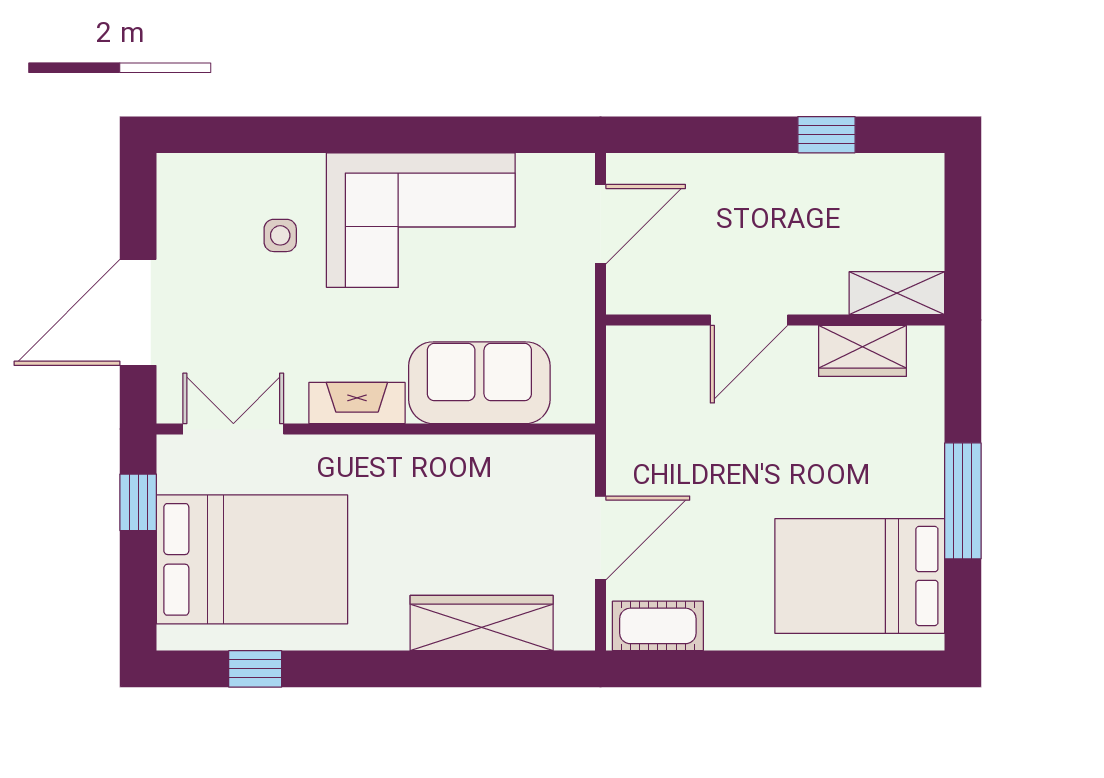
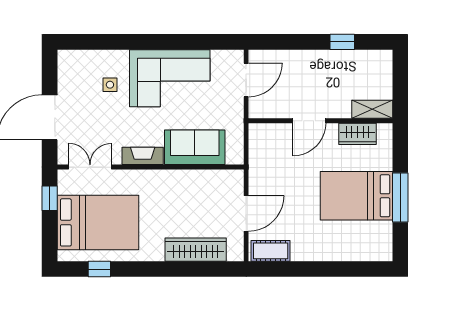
bed: (860, 576) -> (356, 196), moved

